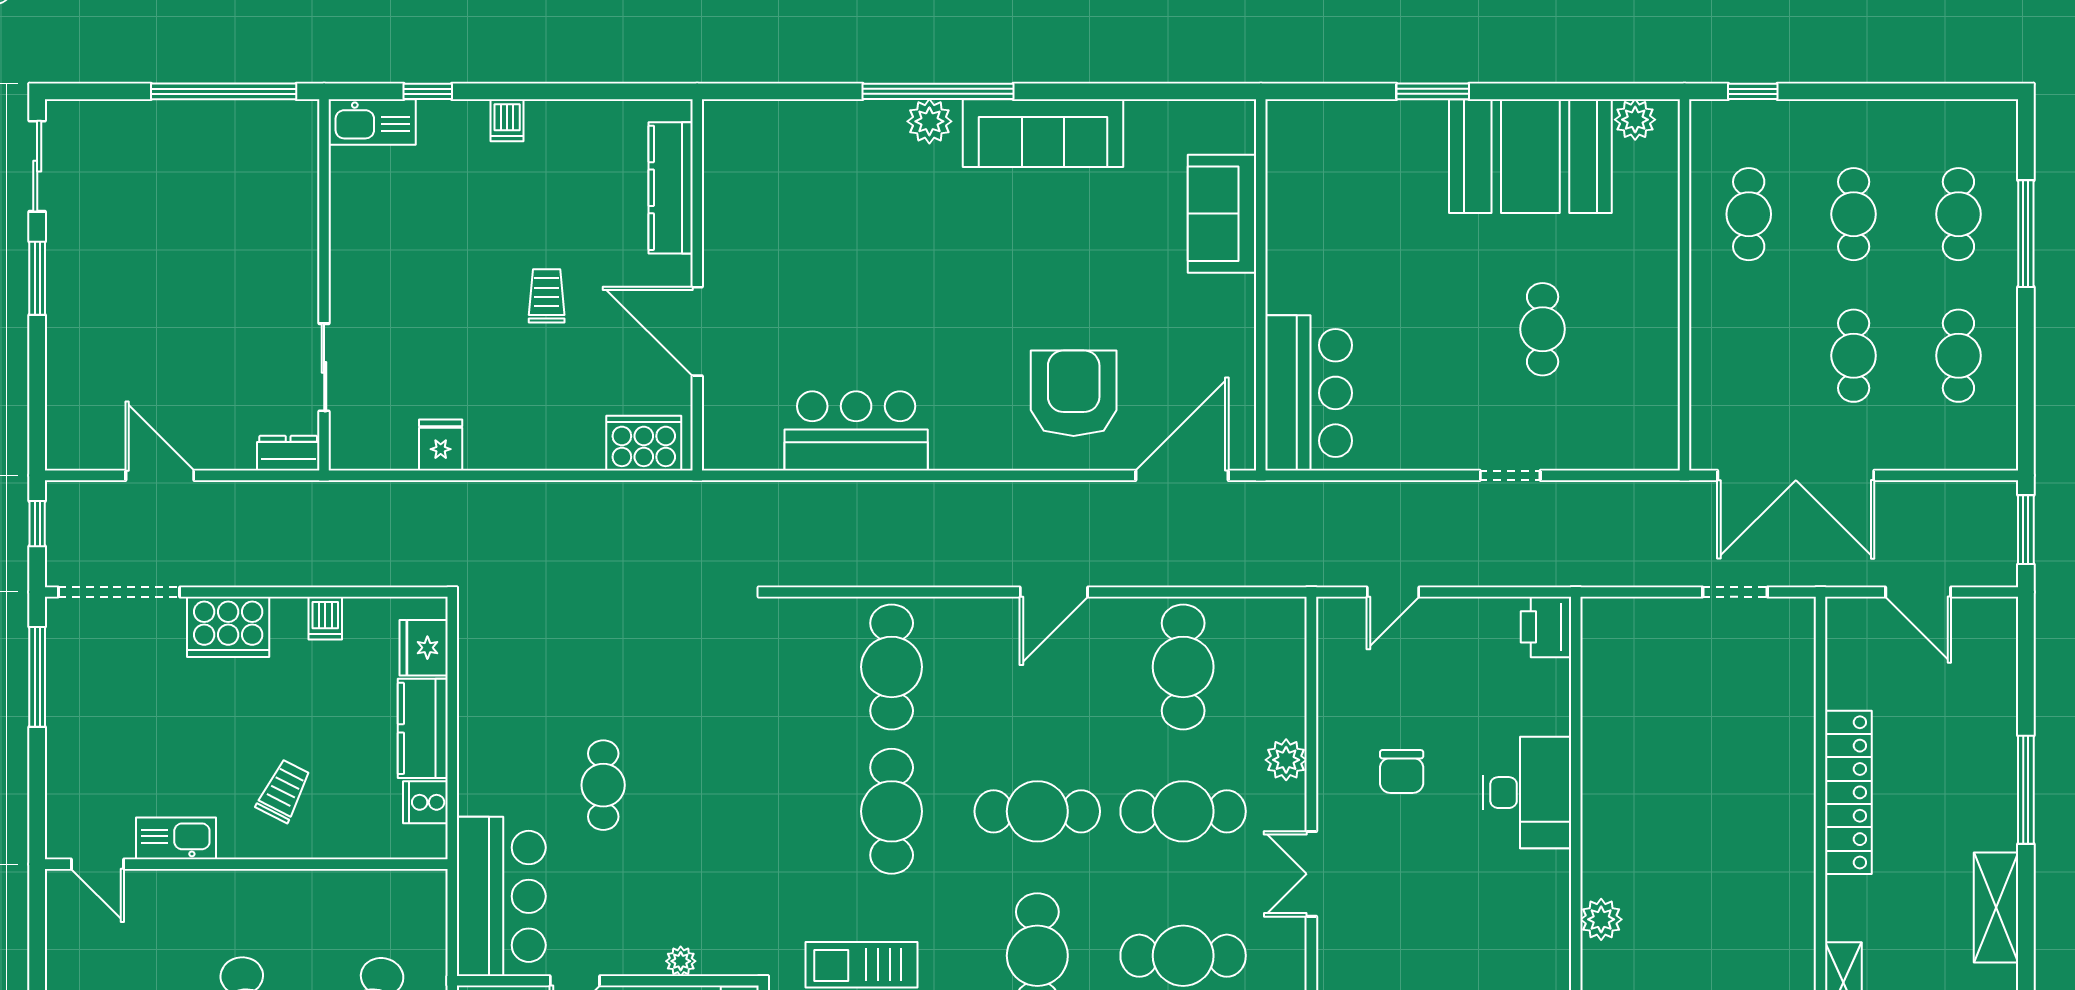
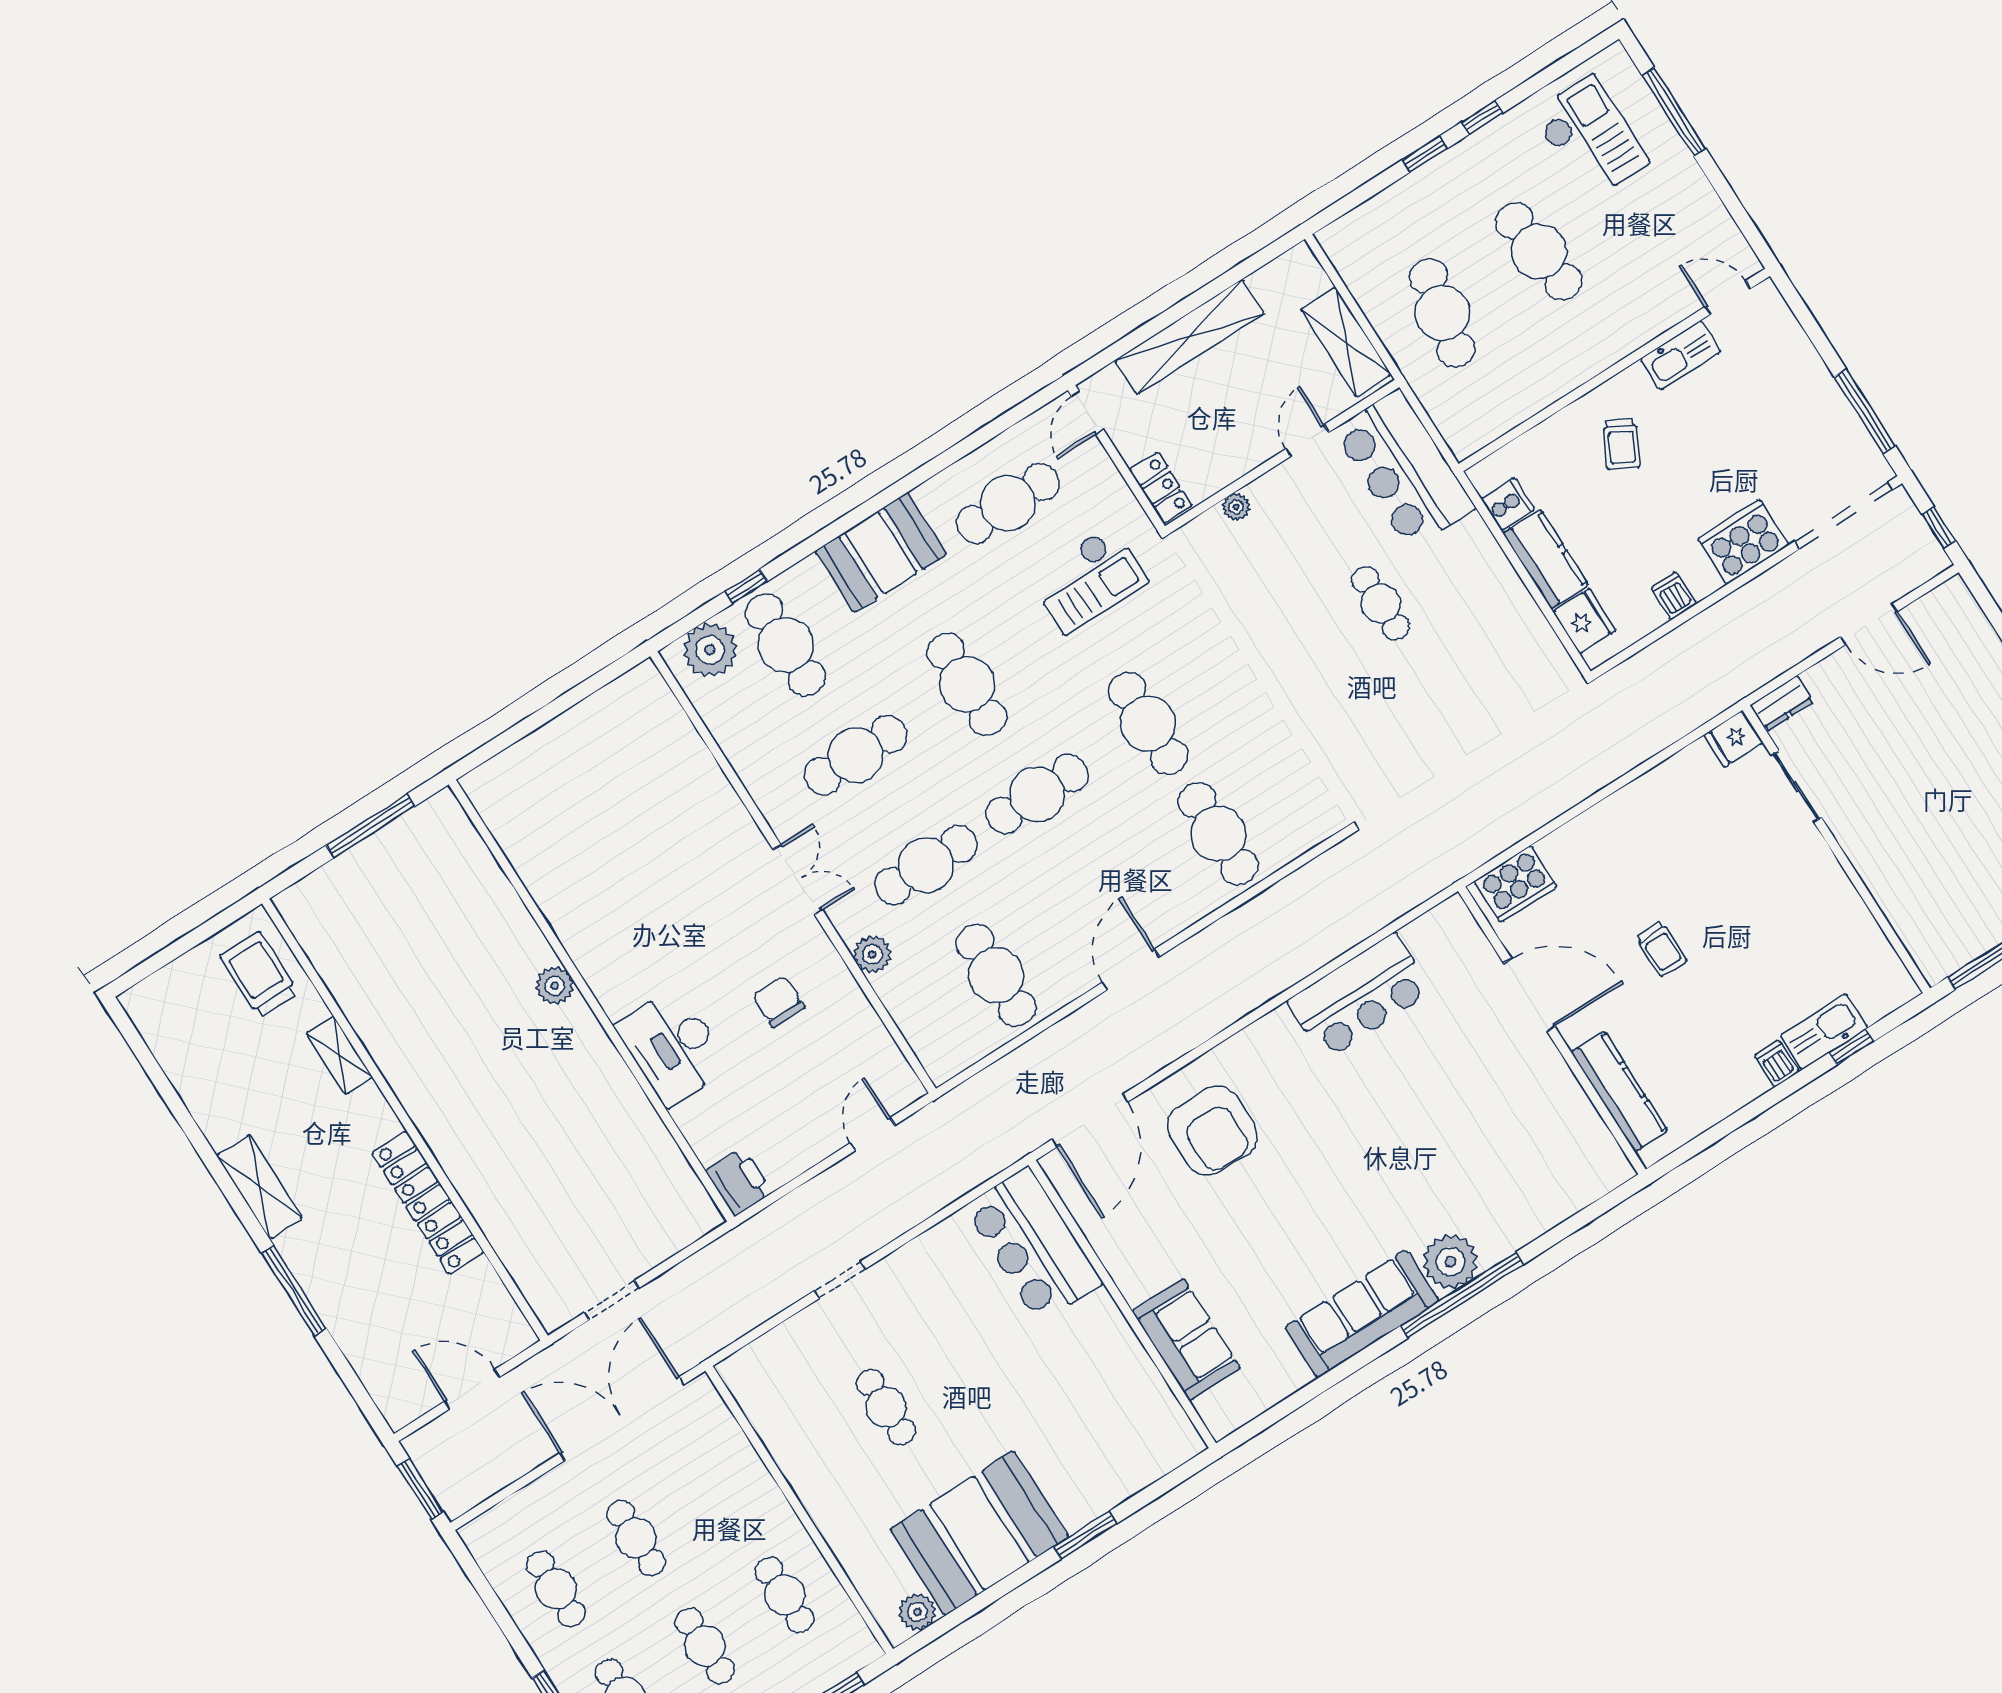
plant: (929, 121) -> (1450, 1262), width x1.36, depth x1.36
kitchen sink: (372, 122) -> (1824, 1032), moved
fridge: (441, 445) -> (1733, 739), moved, turned 90

